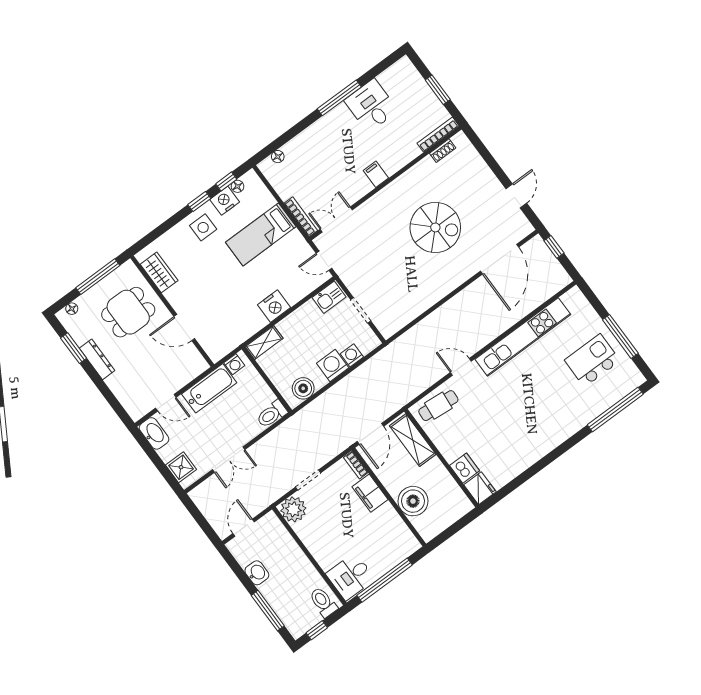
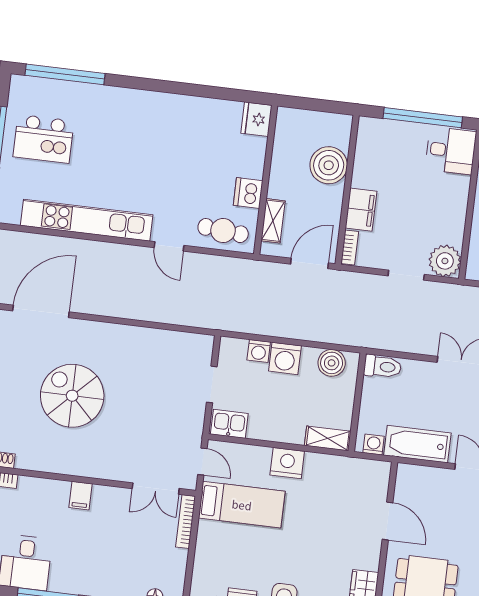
bed: (261, 234) -> (242, 505), moved
shelving: (413, 440) -> (273, 221), width x0.67, depth x0.75
dishwasher: (465, 468) -> (248, 193), moved

